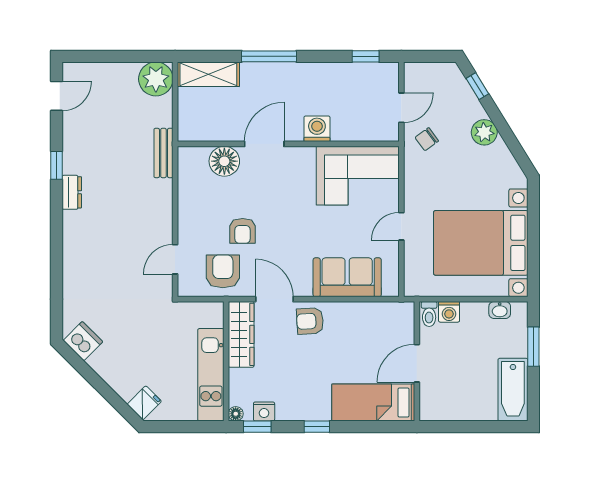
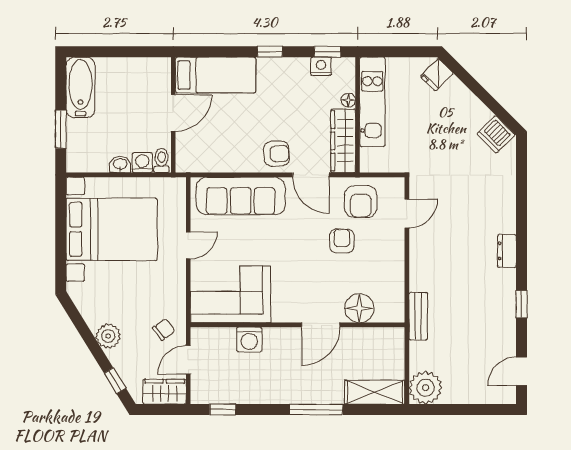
wardrobe: (426, 75) -> (165, 392), added
washing machine: (317, 129) -> (249, 340), moved
dresser: (72, 192) -> (507, 251), moved
sofa: (347, 277) -> (241, 196), width x1.36
washbasin: (500, 310) -> (120, 164), moved
floor lamp: (236, 414) -> (348, 100), moved

